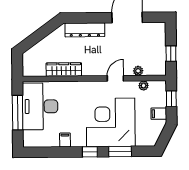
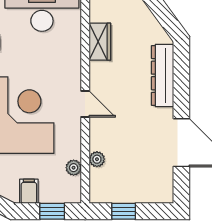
wardrobe: (64, 70) -> (100, 42), width x0.67
door: (115, 78) -> (85, 104), moved

